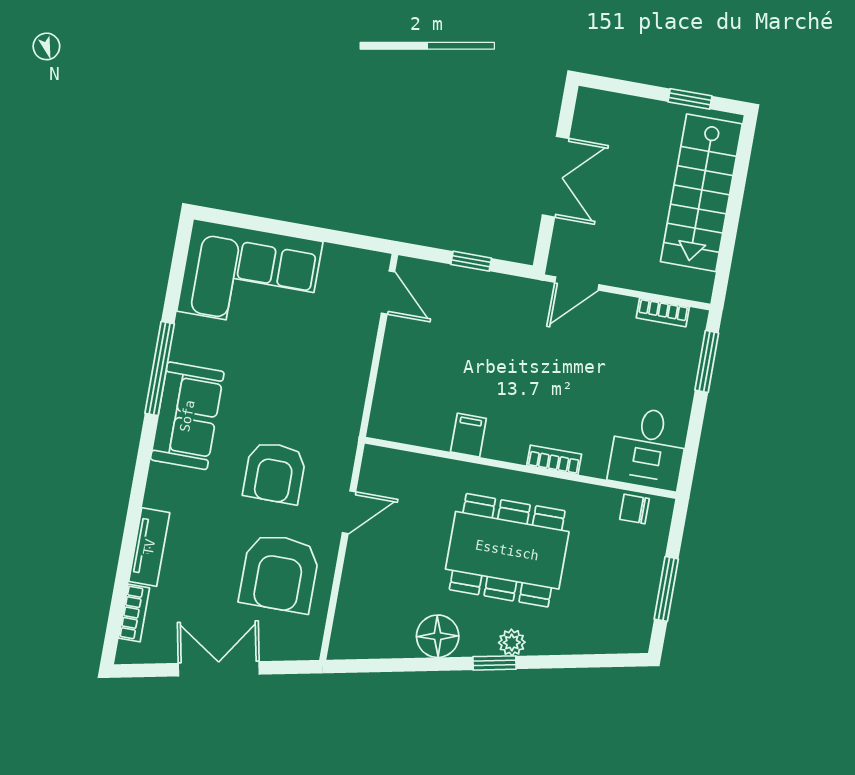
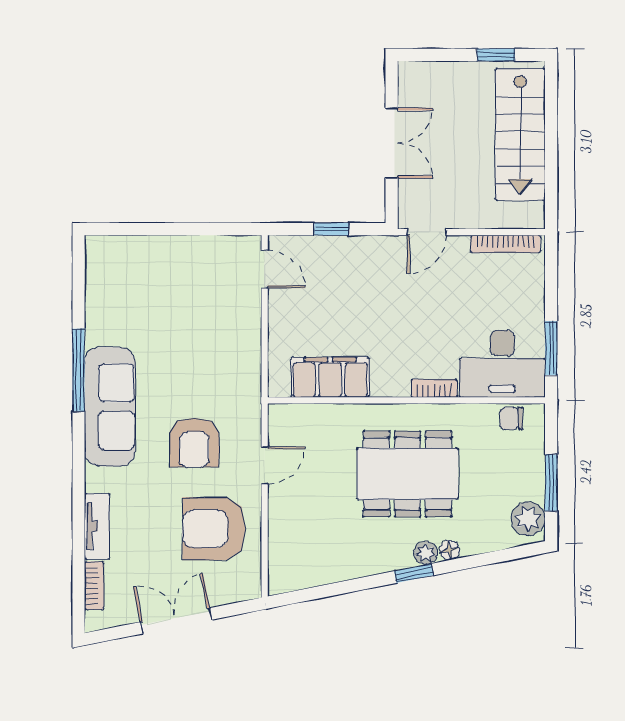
corner sofa: (250, 276) -> (142, 276), removed
bookcase: (663, 312) -> (505, 244), width x1.56
window: (707, 361) -> (551, 348), moved
sofa: (187, 416) -> (110, 407), width x1.36
filing cabinet: (468, 435) -> (330, 377), width x3.00, depth x1.17
desk: (648, 448) -> (502, 364), width x1.37
armchair: (280, 573) -> (214, 529), turned 90
plant: (633, 625) -> (528, 519), added
floor lamp: (438, 636) -> (450, 550), moved, width x0.53, depth x0.53

